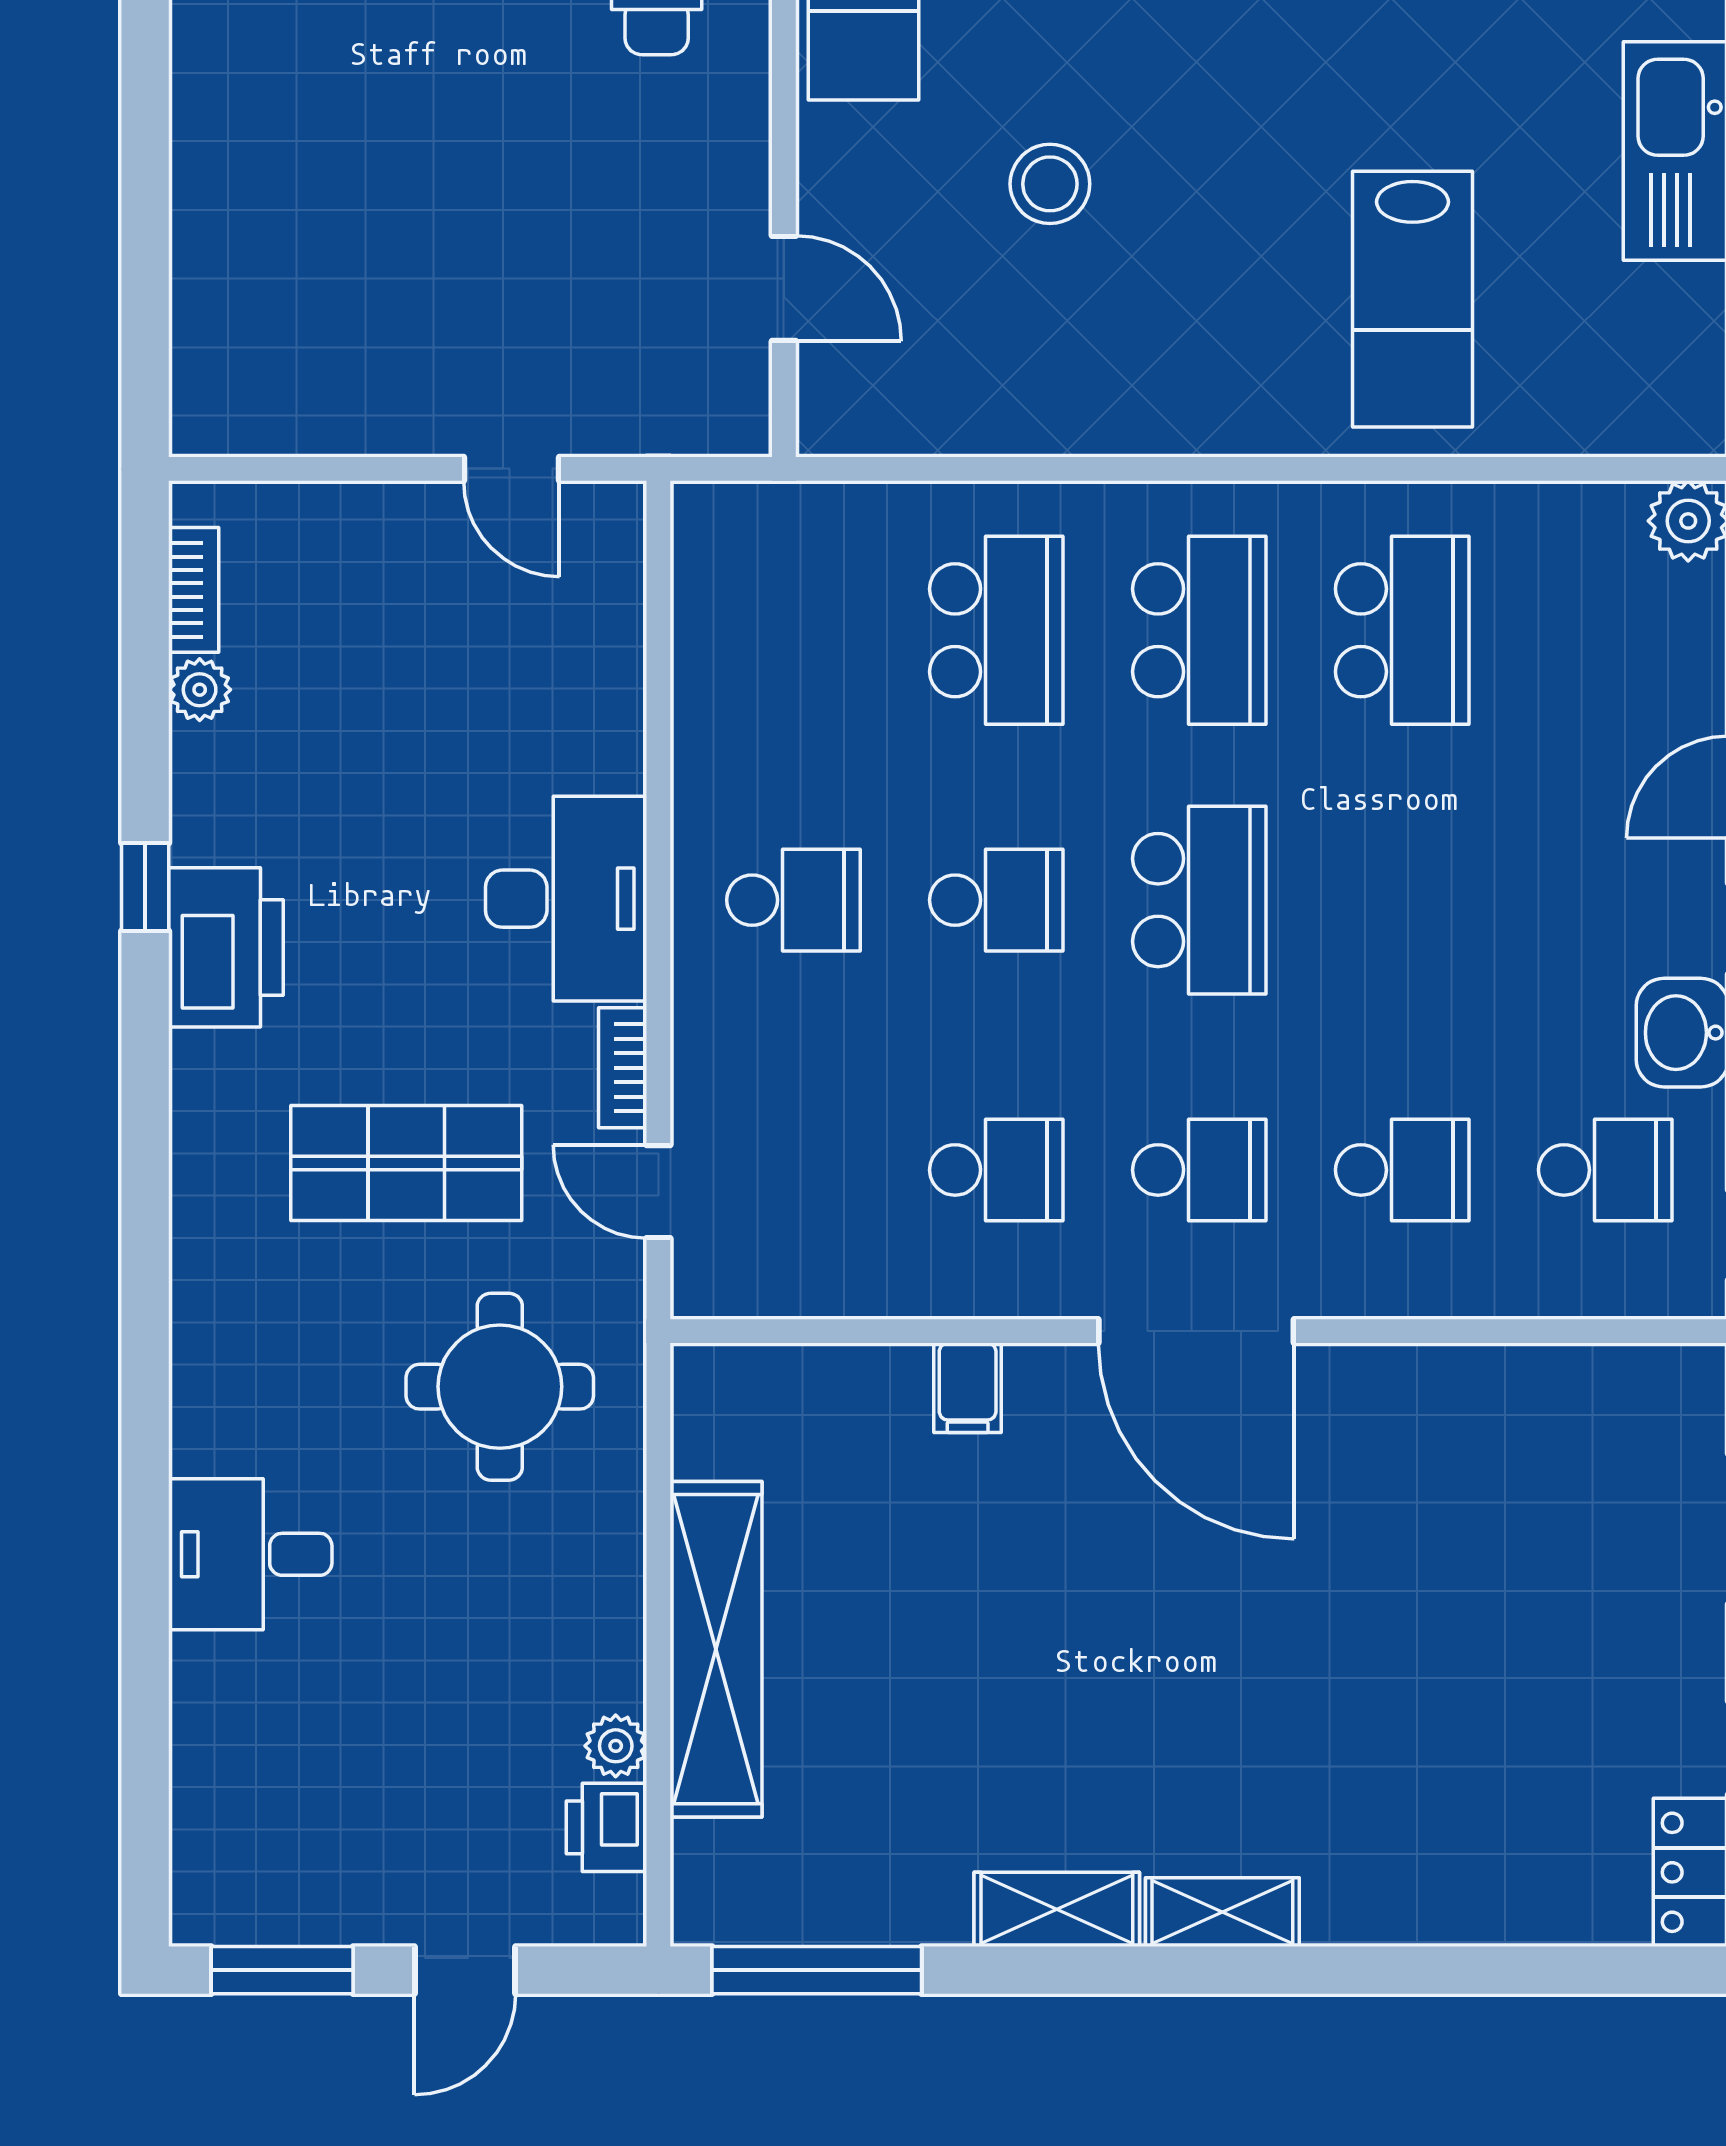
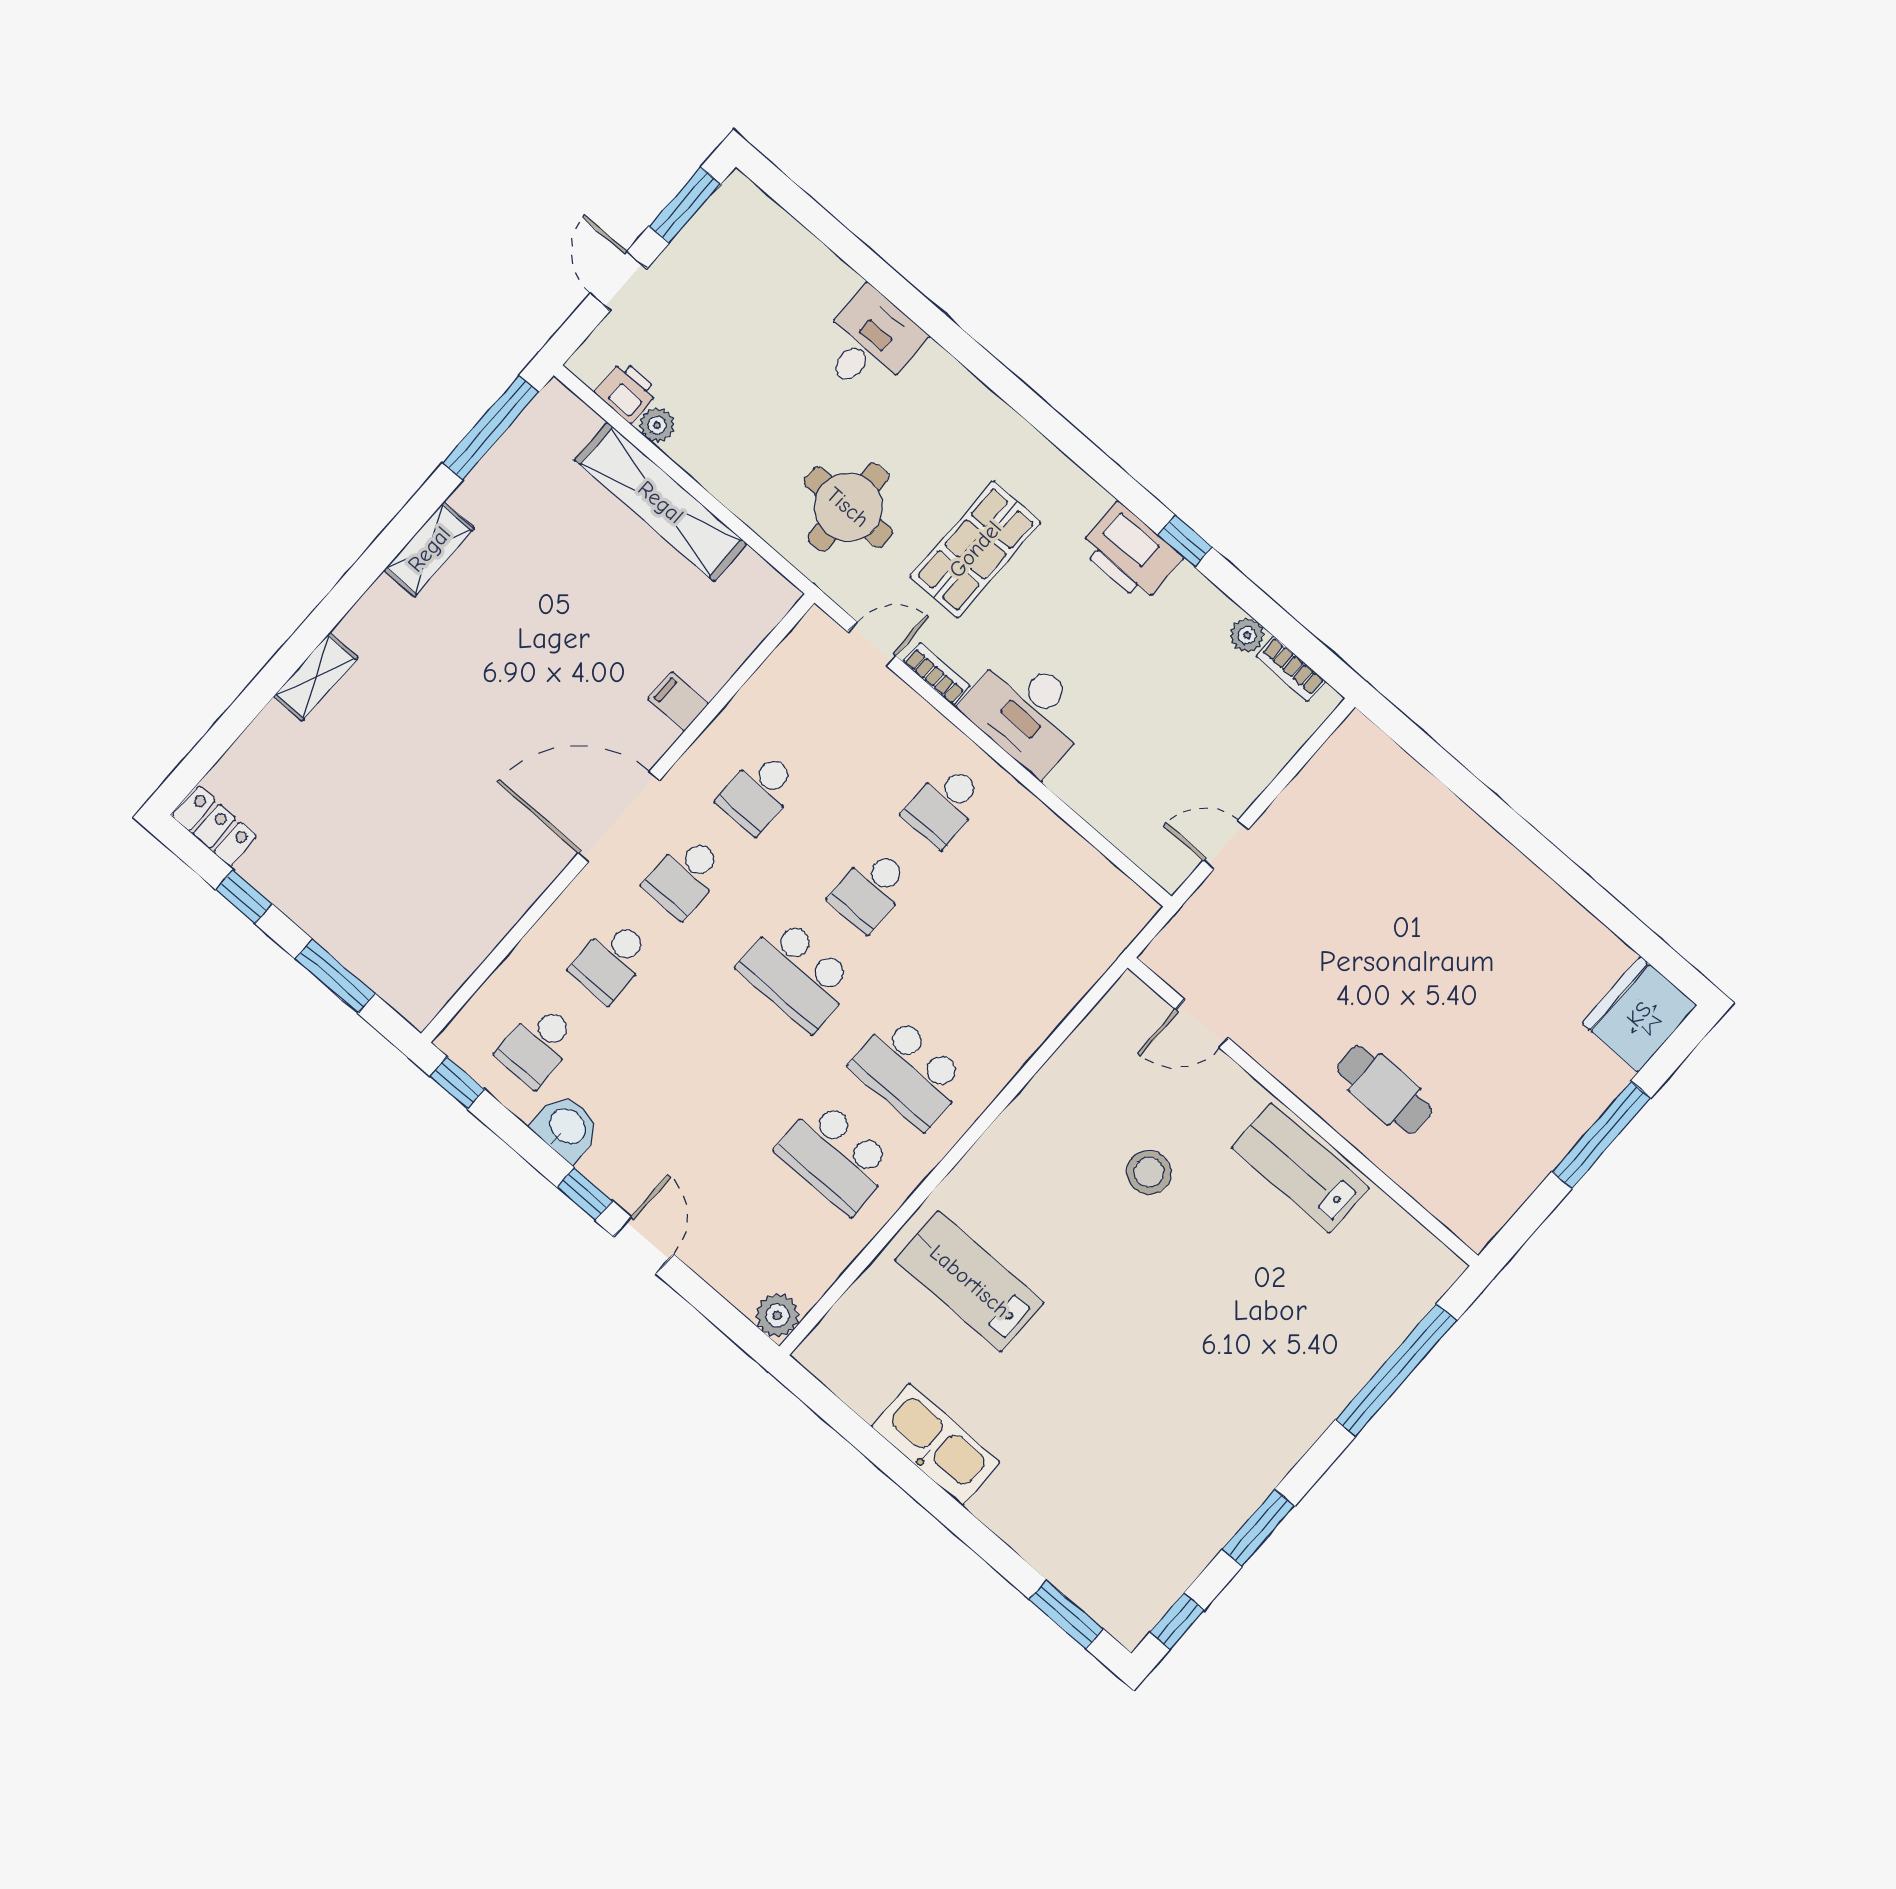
school desk: (996, 630) -> (983, 988), removed
shelving: (1222, 1912) -> (316, 677), moved

